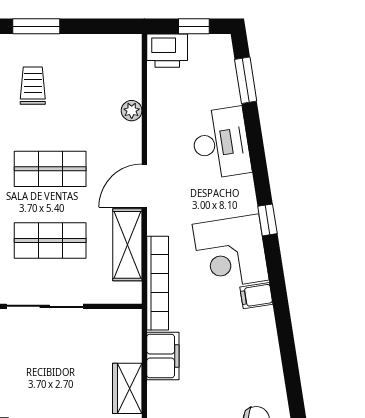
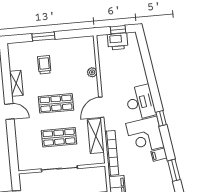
printer: (167, 51) -> (118, 41), moved
window: (246, 80) -> (174, 170), moved
desk: (221, 143) -> (140, 102), moved

